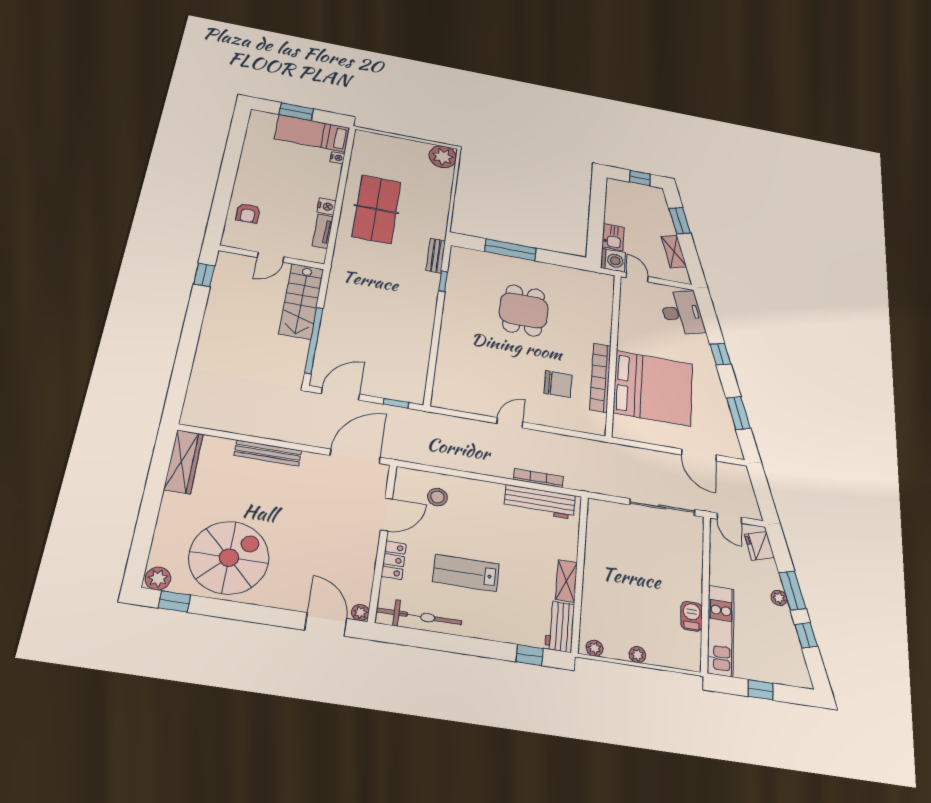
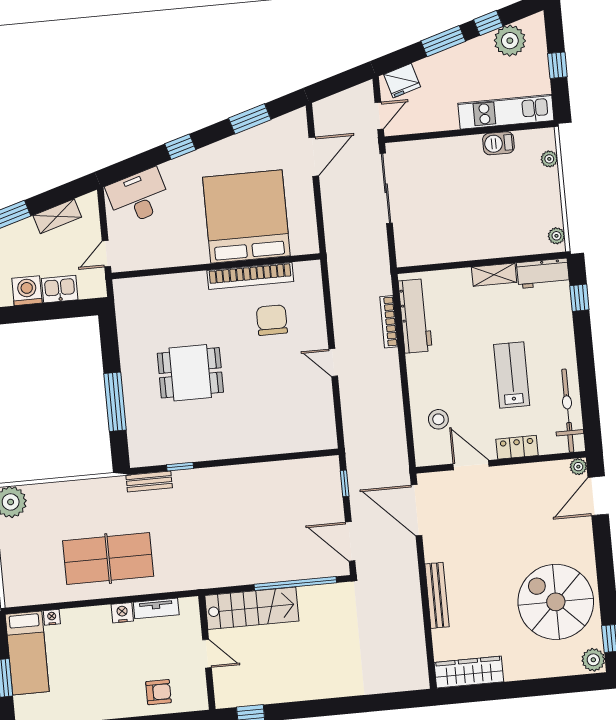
washing machine: (613, 260) -> (27, 291), moved
lab bench: (466, 573) -> (512, 375), turned 180
plant: (779, 598) -> (510, 41), moved, width x1.88, depth x1.88
plant: (637, 655) -> (549, 159), moved

